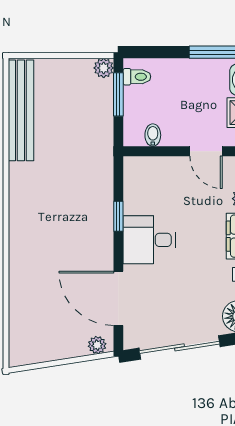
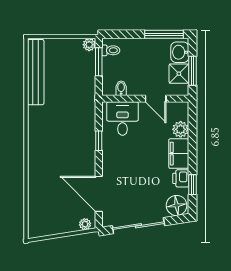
desk: (149, 240) -> (123, 119), moved, turned 90

